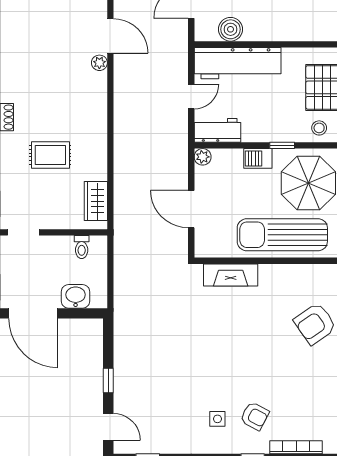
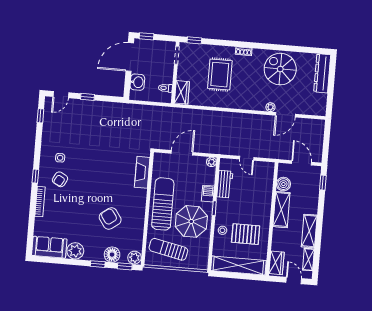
shelving: (275, 29) -> (281, 210), added
spiral stairs: (32, 52) -> (280, 69), added
workbench: (238, 63) -> (264, 187), removed
workbench: (217, 130) -> (225, 184), moved
rug: (50, 155) -> (220, 75), width x1.36, depth x1.43
wardrobe: (96, 201) -> (182, 92), moved, turned 90

